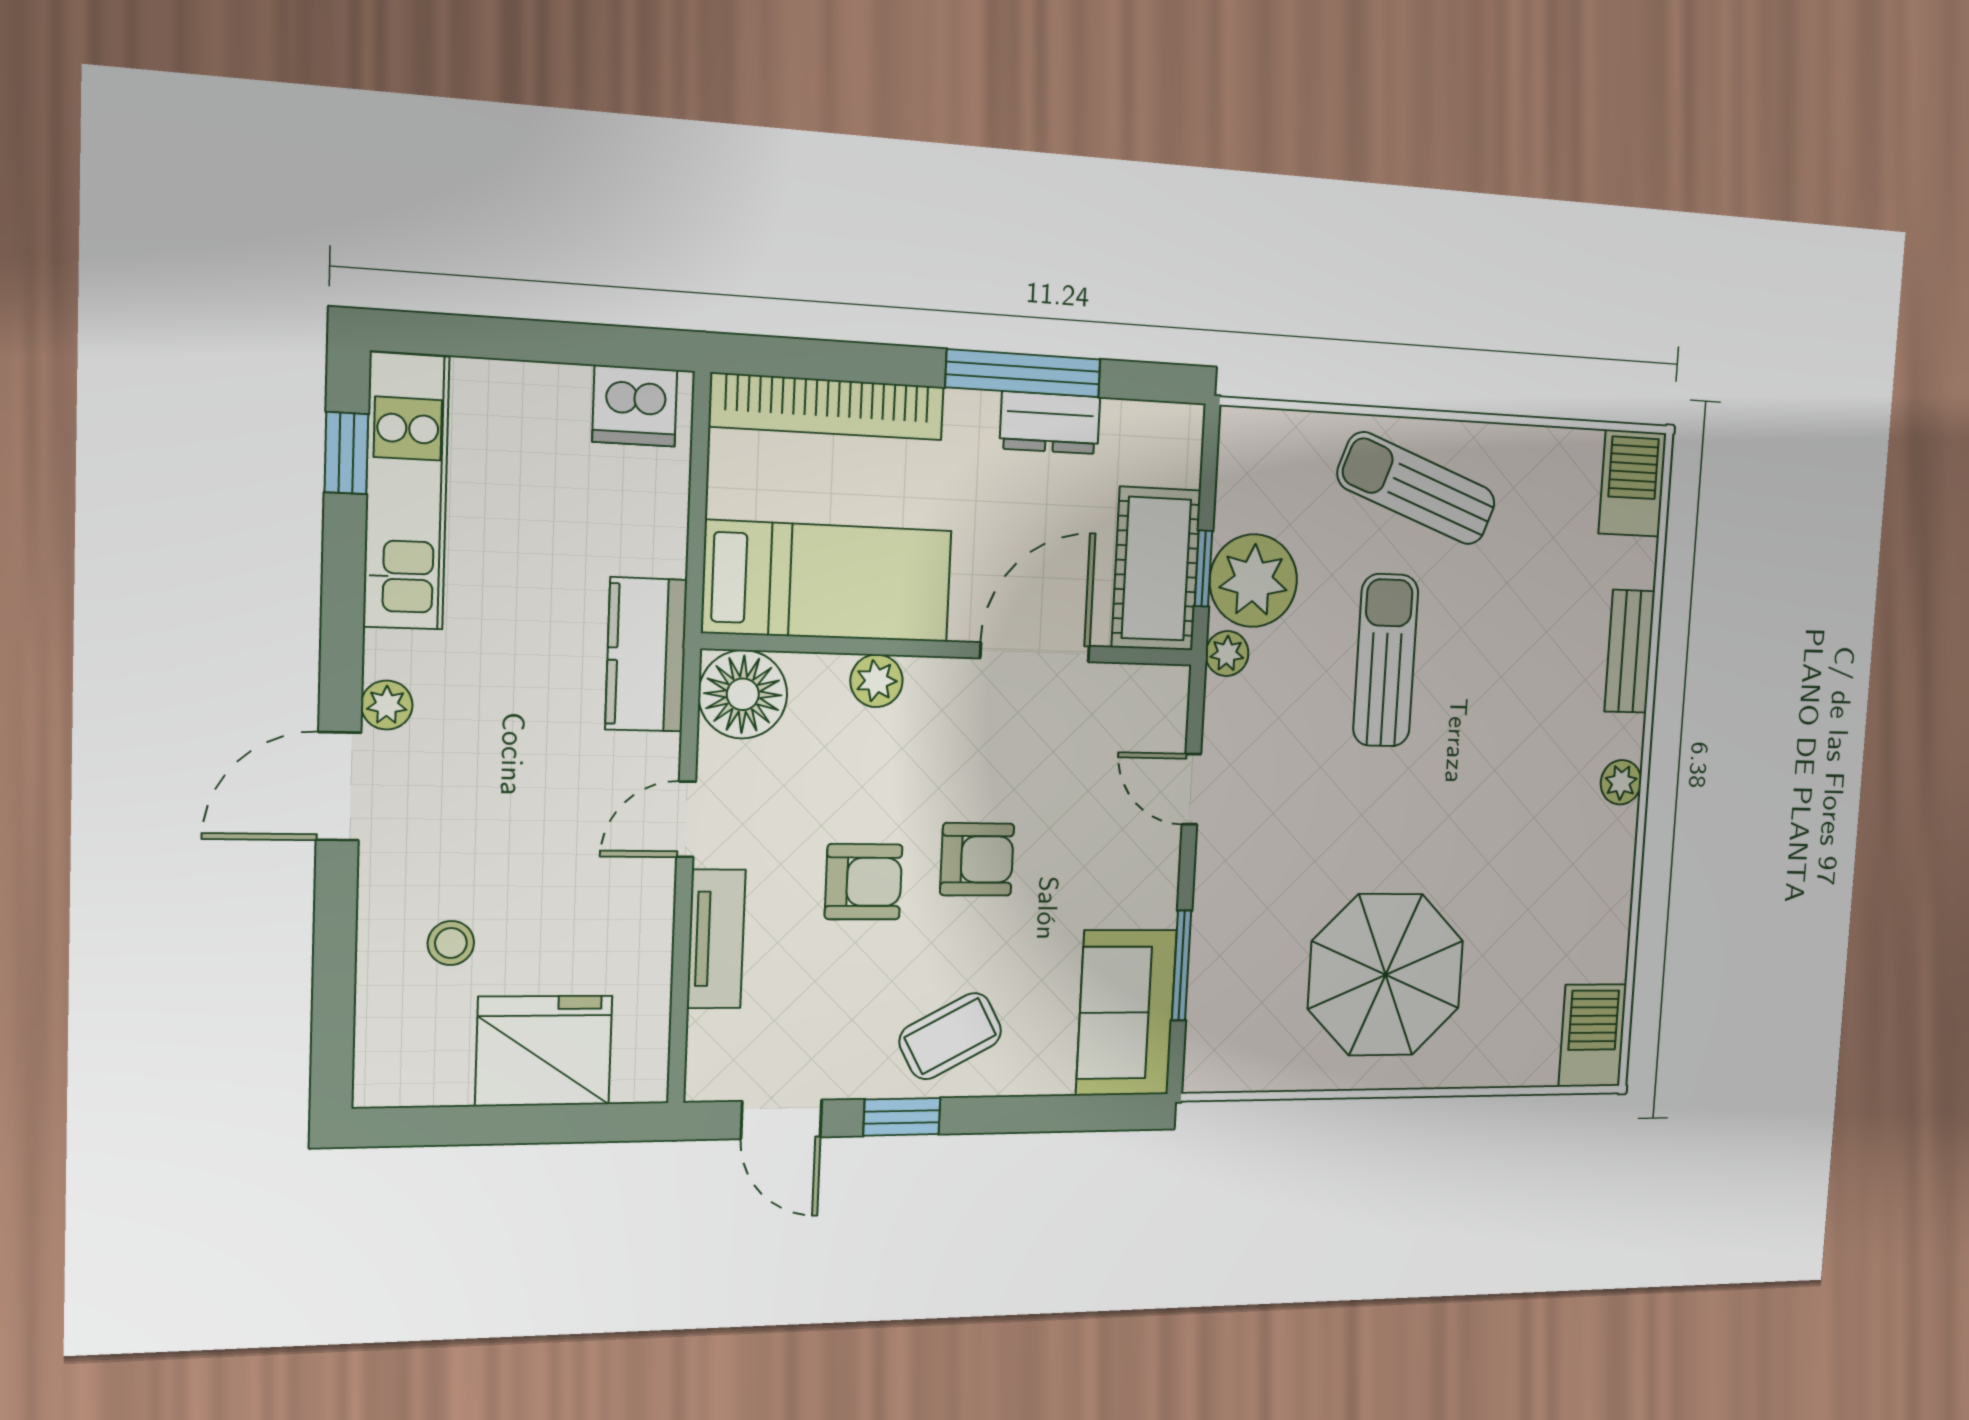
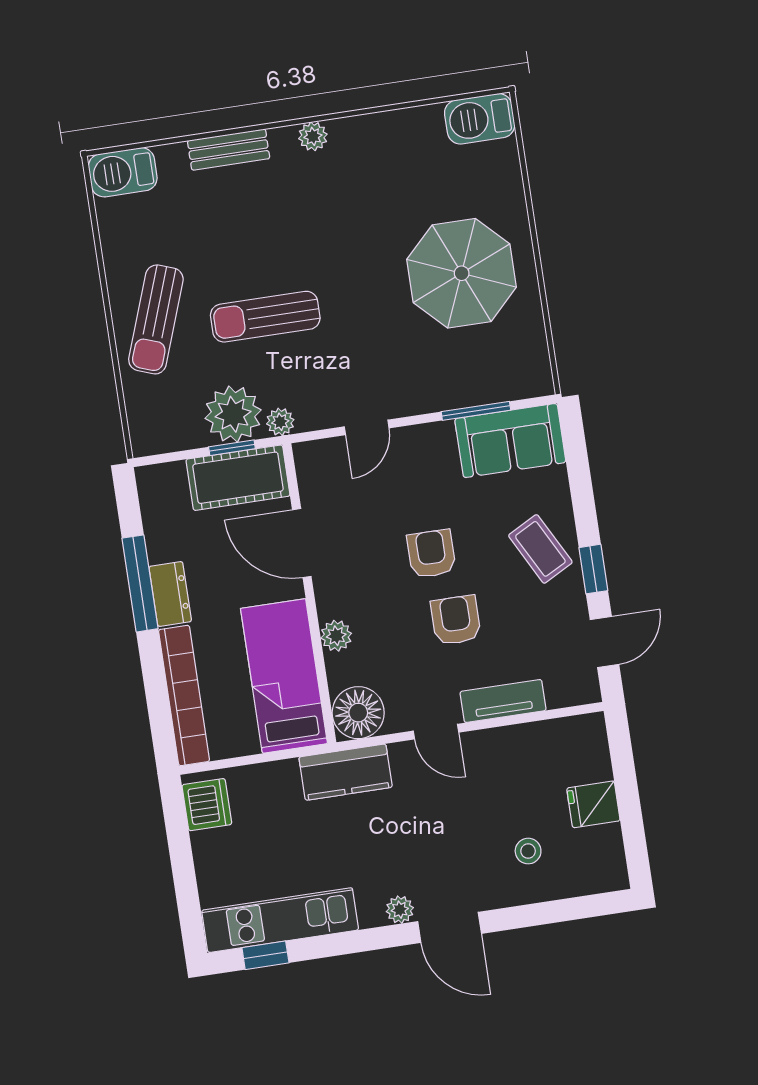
dresser: (1050, 423) -> (170, 594), moved
fridge: (544, 1051) -> (593, 804), width x0.53, depth x0.75

